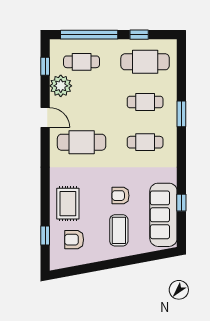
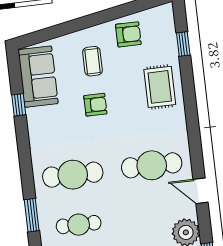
cafe table: (145, 142) -> (73, 175), width x1.37, depth x1.35
sofa: (163, 215) -> (38, 77), width x0.73
coffee table: (119, 230) -> (92, 61), width x0.73, depth x0.77
armchair: (74, 240) -> (128, 34), moved

